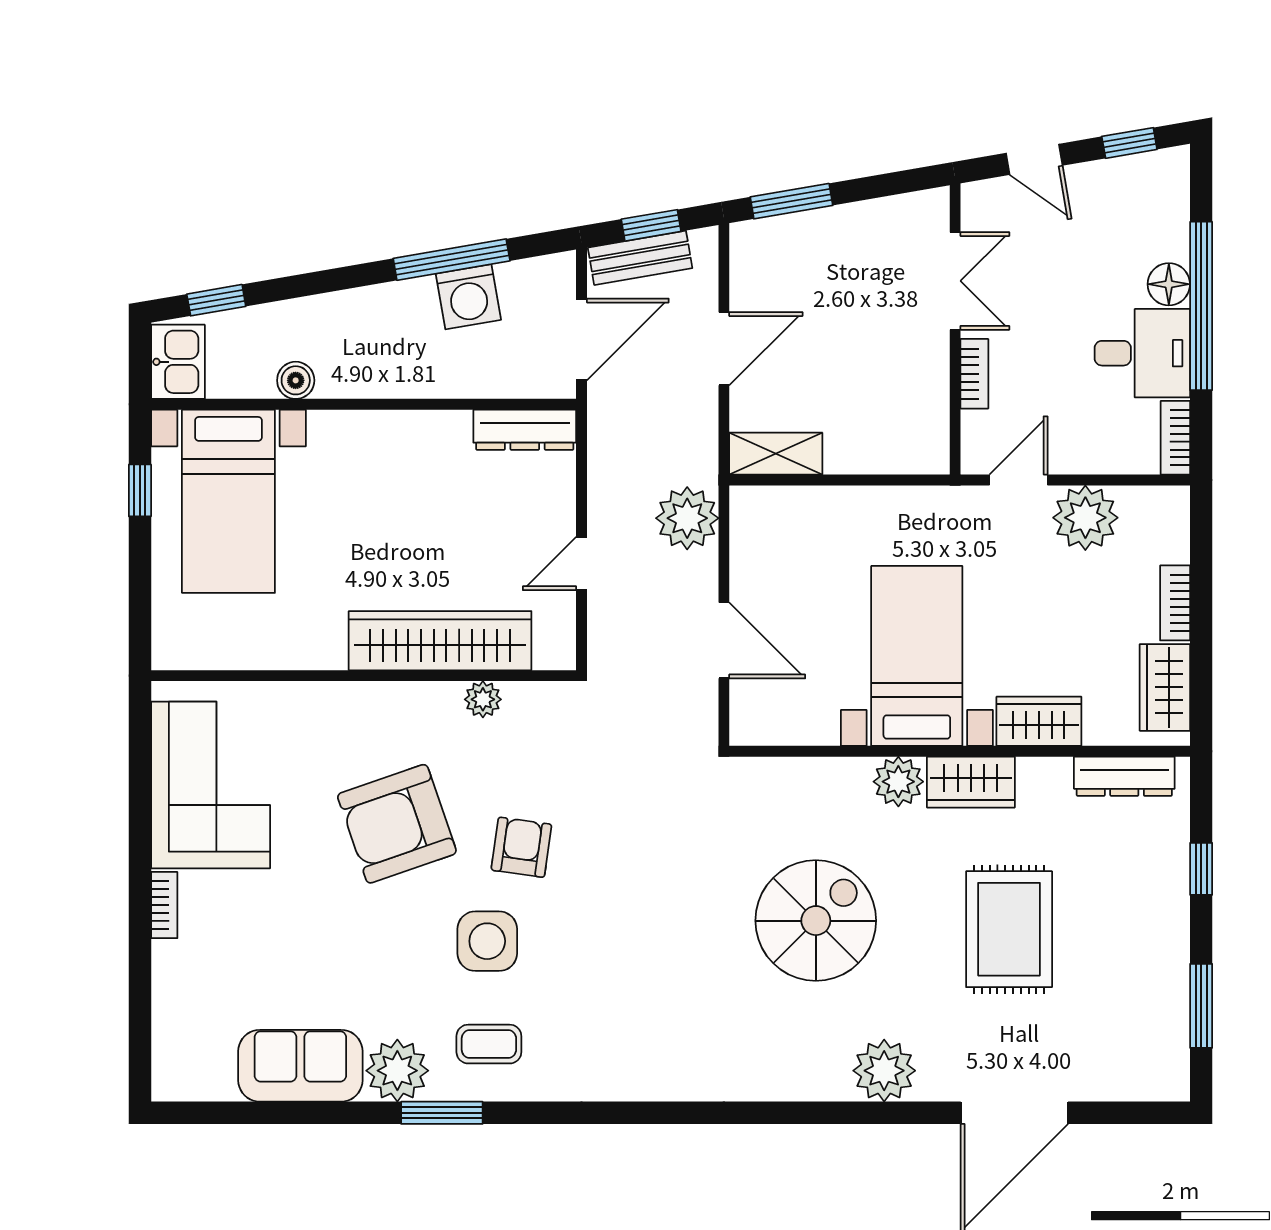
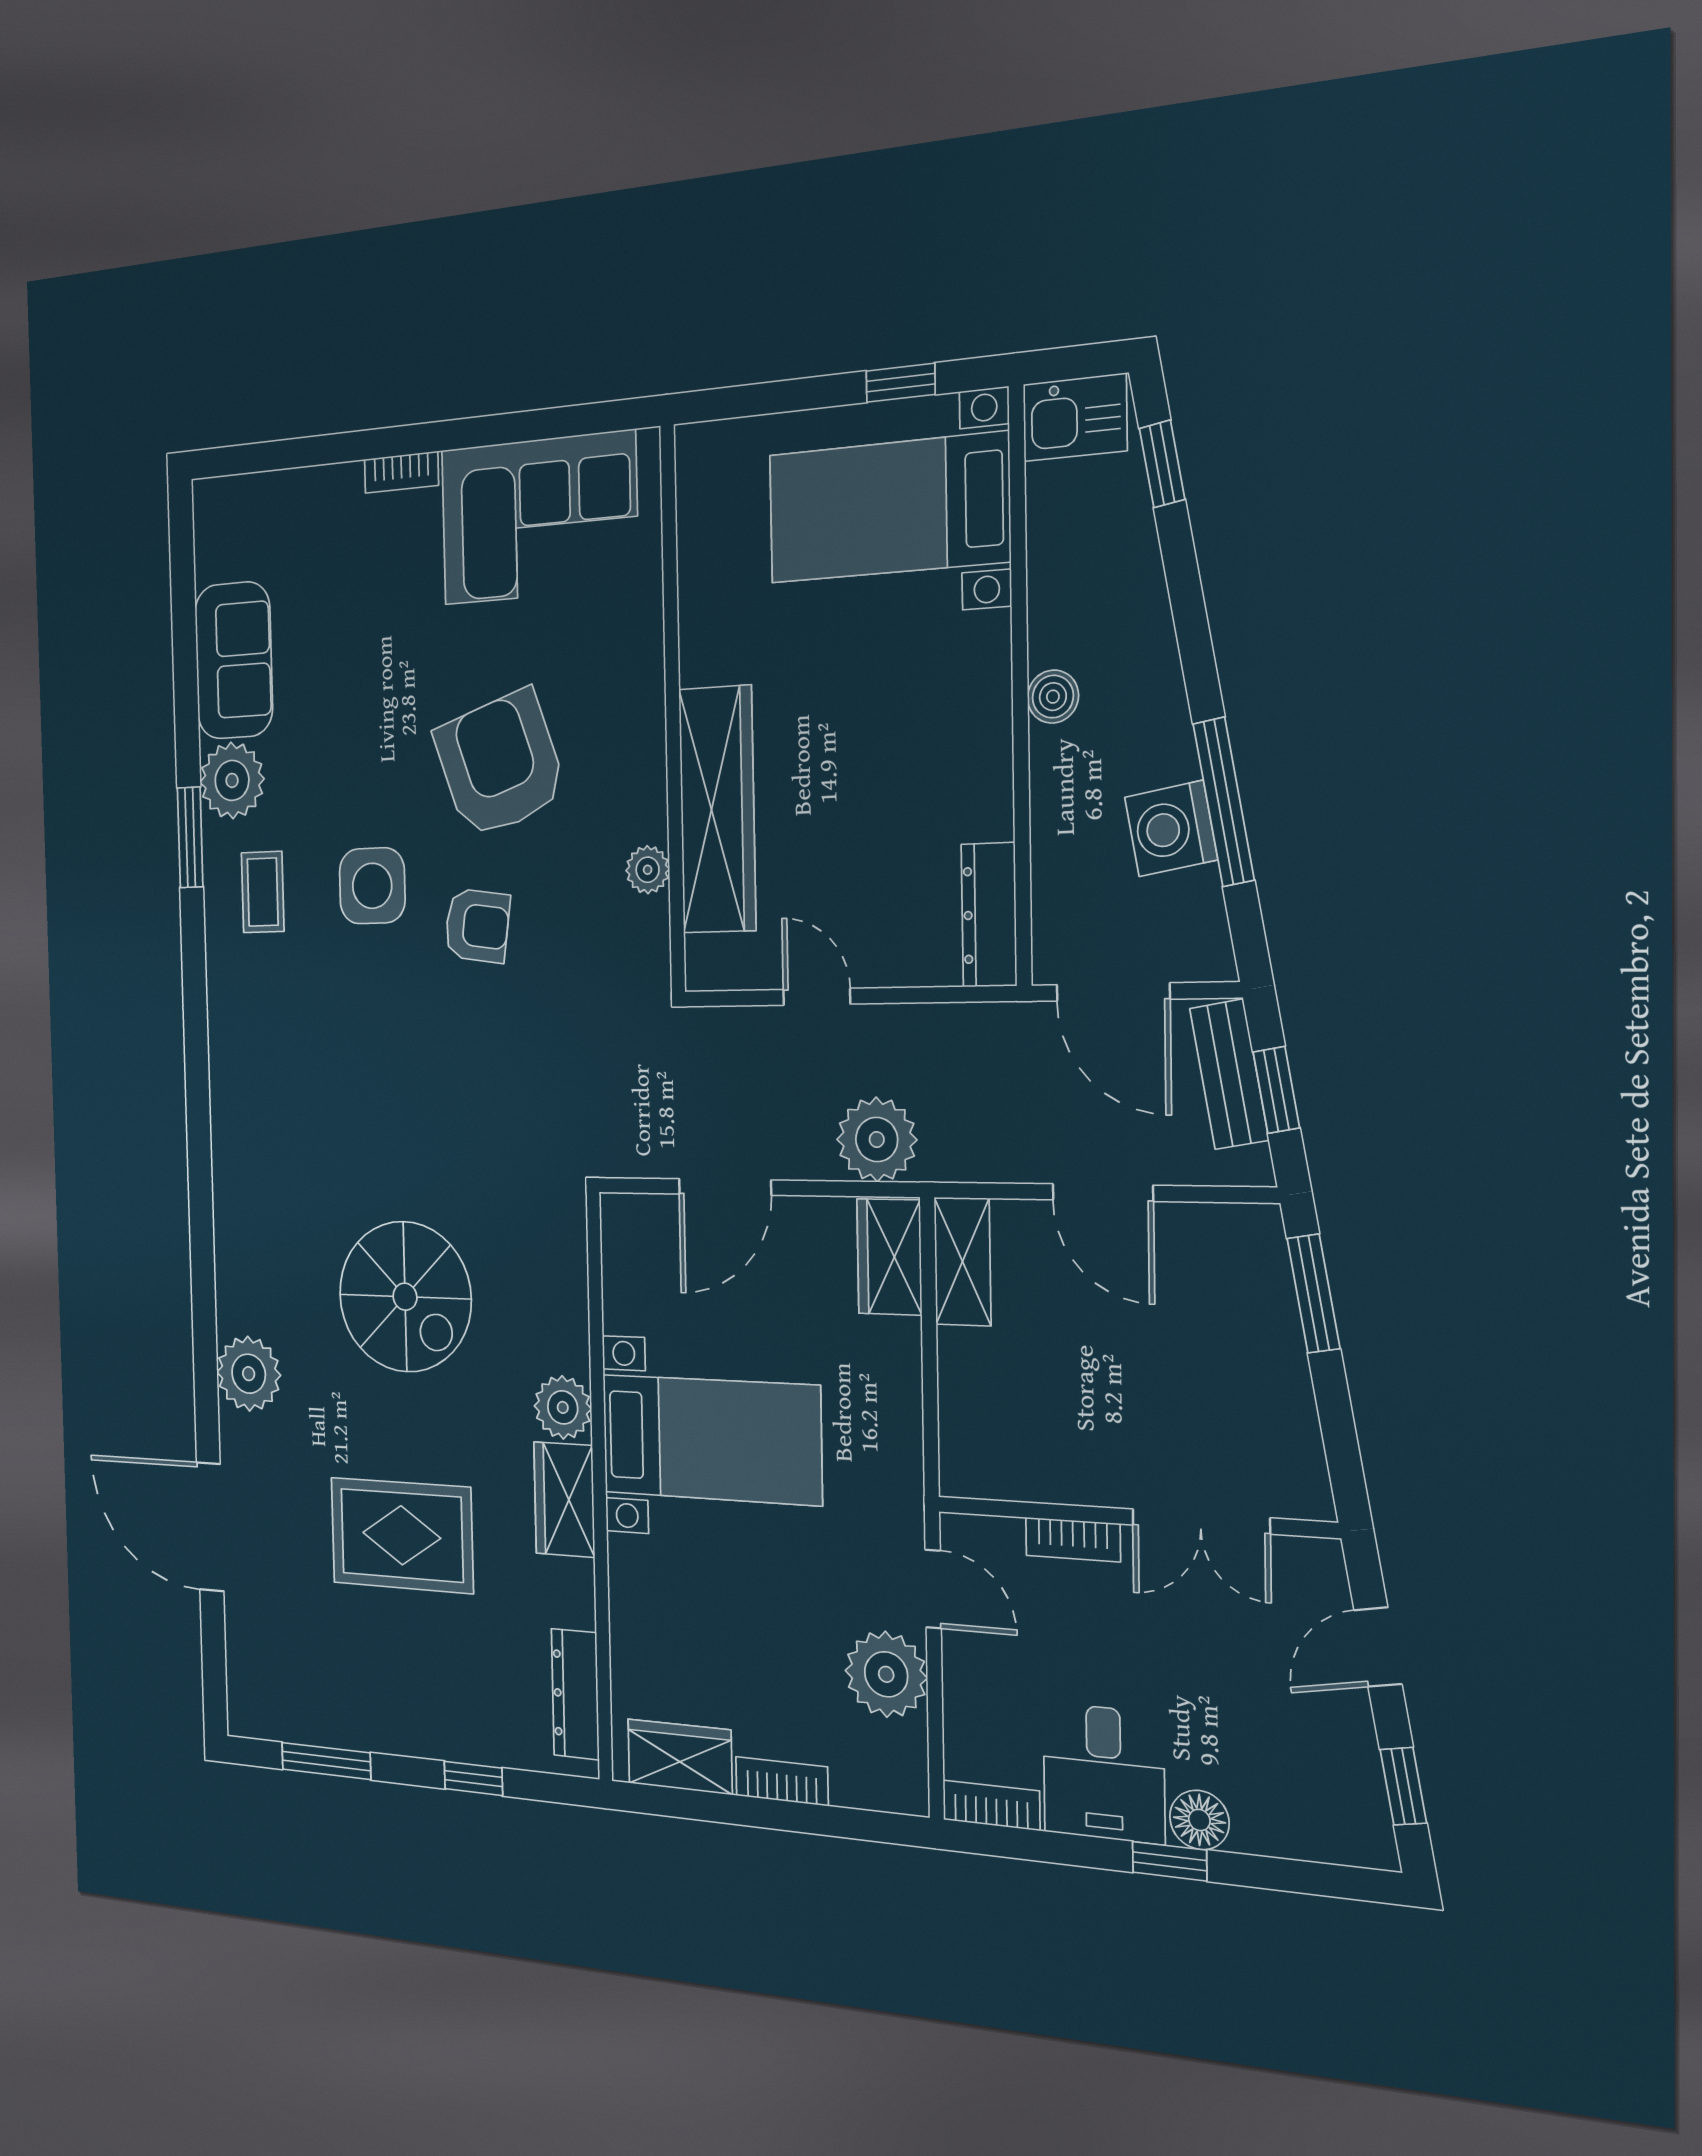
window: (1201, 306) -> (1170, 1861), width x0.32
boiler: (296, 380) -> (1053, 697), moved
wardrobe: (1039, 721) -> (889, 1257), moved, turned 180

